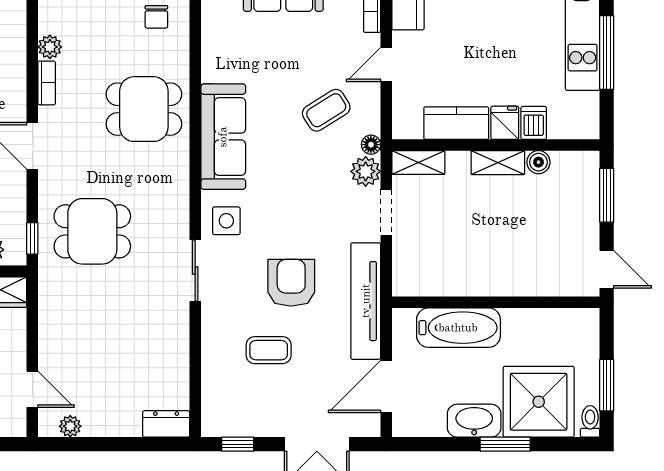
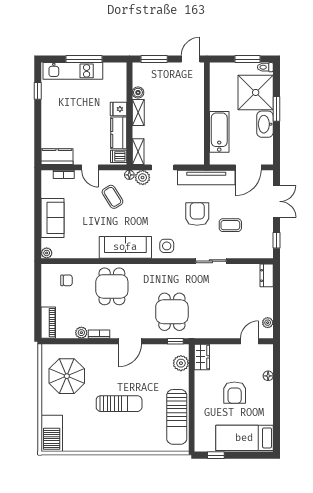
dishwasher: (534, 123) -> (119, 156), moved
sliding door: (195, 271) -> (211, 261), moved
armchair: (291, 283) -> (197, 214), turned 90
coffee table: (269, 350) -> (230, 225), turned 90
door: (386, 387) -> (248, 167), hinge flipped

